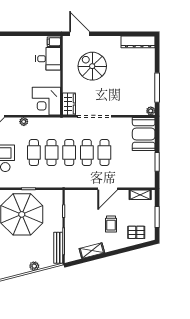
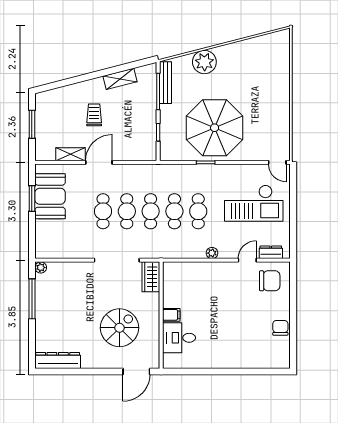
door: (80, 34) -> (136, 371), hinge flipped
filing cabinet: (54, 42) -> (171, 315), moved
spiral stairs: (92, 66) -> (120, 328), turned -90
corner desk: (46, 101) -> (181, 281), removed
booth: (144, 134) -> (50, 196), moved
shelving: (140, 195) -> (70, 154), moved
pallet: (136, 232) -> (60, 104), removed
plant: (34, 266) -> (204, 62), width x1.87, depth x1.87

